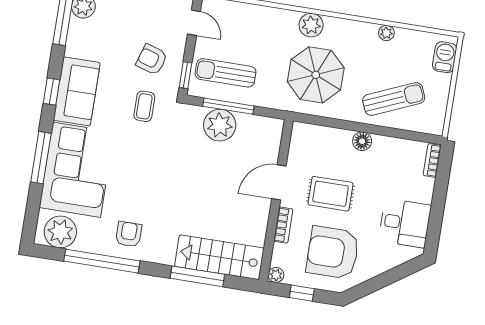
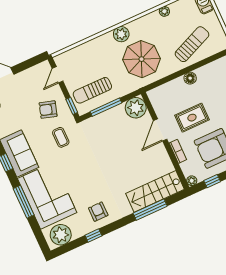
door: (194, 23) -> (57, 75), swing flipped
plant: (220, 125) -> (136, 108), moved
window: (102, 261) -> (93, 236), width x0.32

